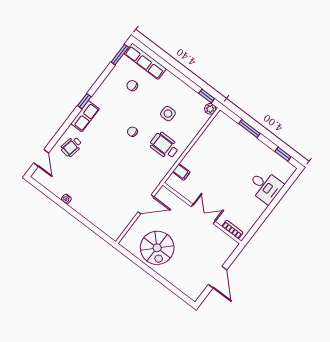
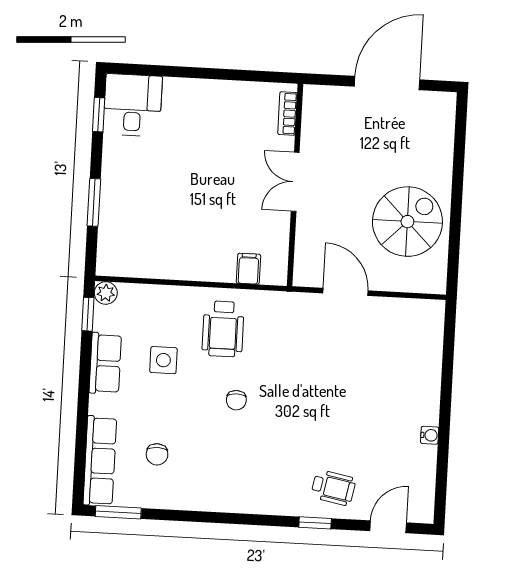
window: (84, 101) -> (315, 523), moved
row of seats: (85, 116) -> (105, 363), moved, turned 90
desk: (265, 186) -> (133, 105), moved
door: (218, 277) -> (387, 83), width x1.36

